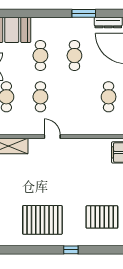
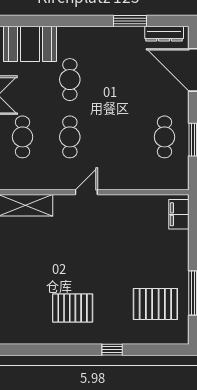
cafe table: (74, 56) -> (117, 80), removed
door: (52, 137) -> (86, 192), hinge flipped
pallet: (42, 220) -> (73, 308), width x0.73, depth x0.71

